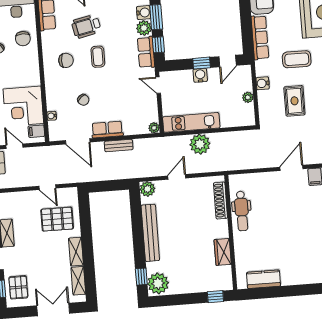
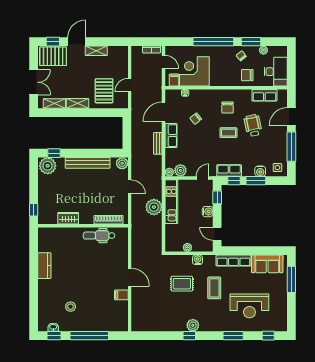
plant: (144, 28) -> (180, 170), moved
window: (202, 63) -> (217, 197), moved
door: (14, 146) -> (164, 62), hinge flipped
kitchen counter: (263, 279) -> (44, 266), moved
pallet: (18, 287) -> (53, 56), width x1.50, depth x1.42

